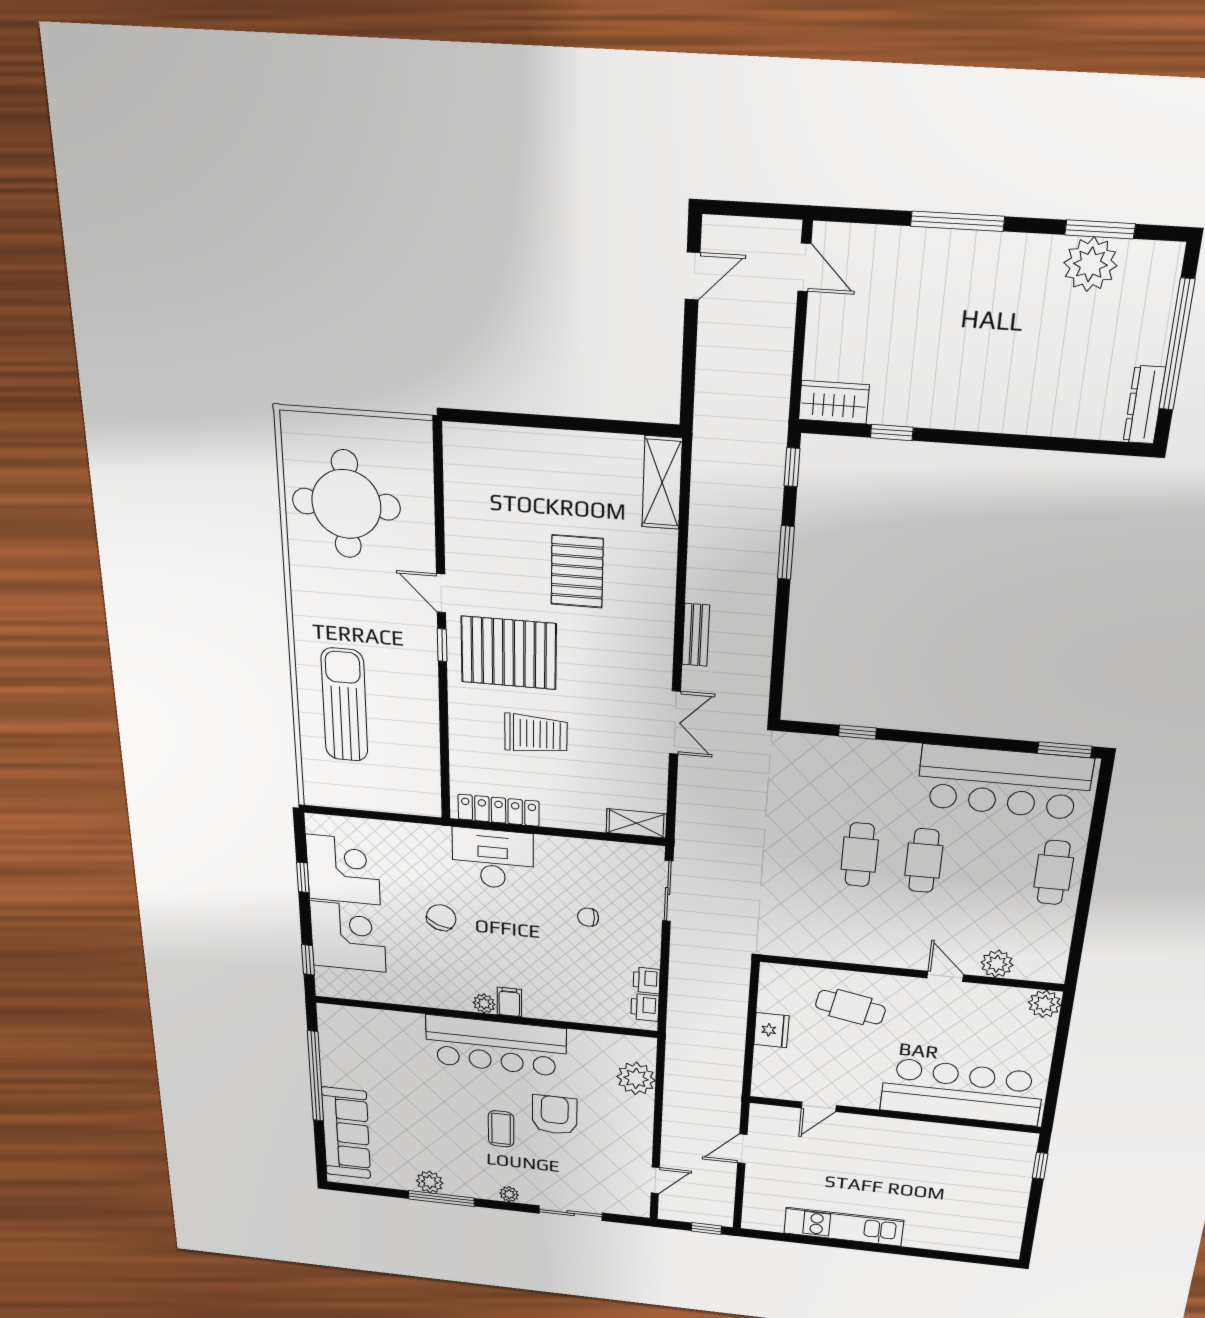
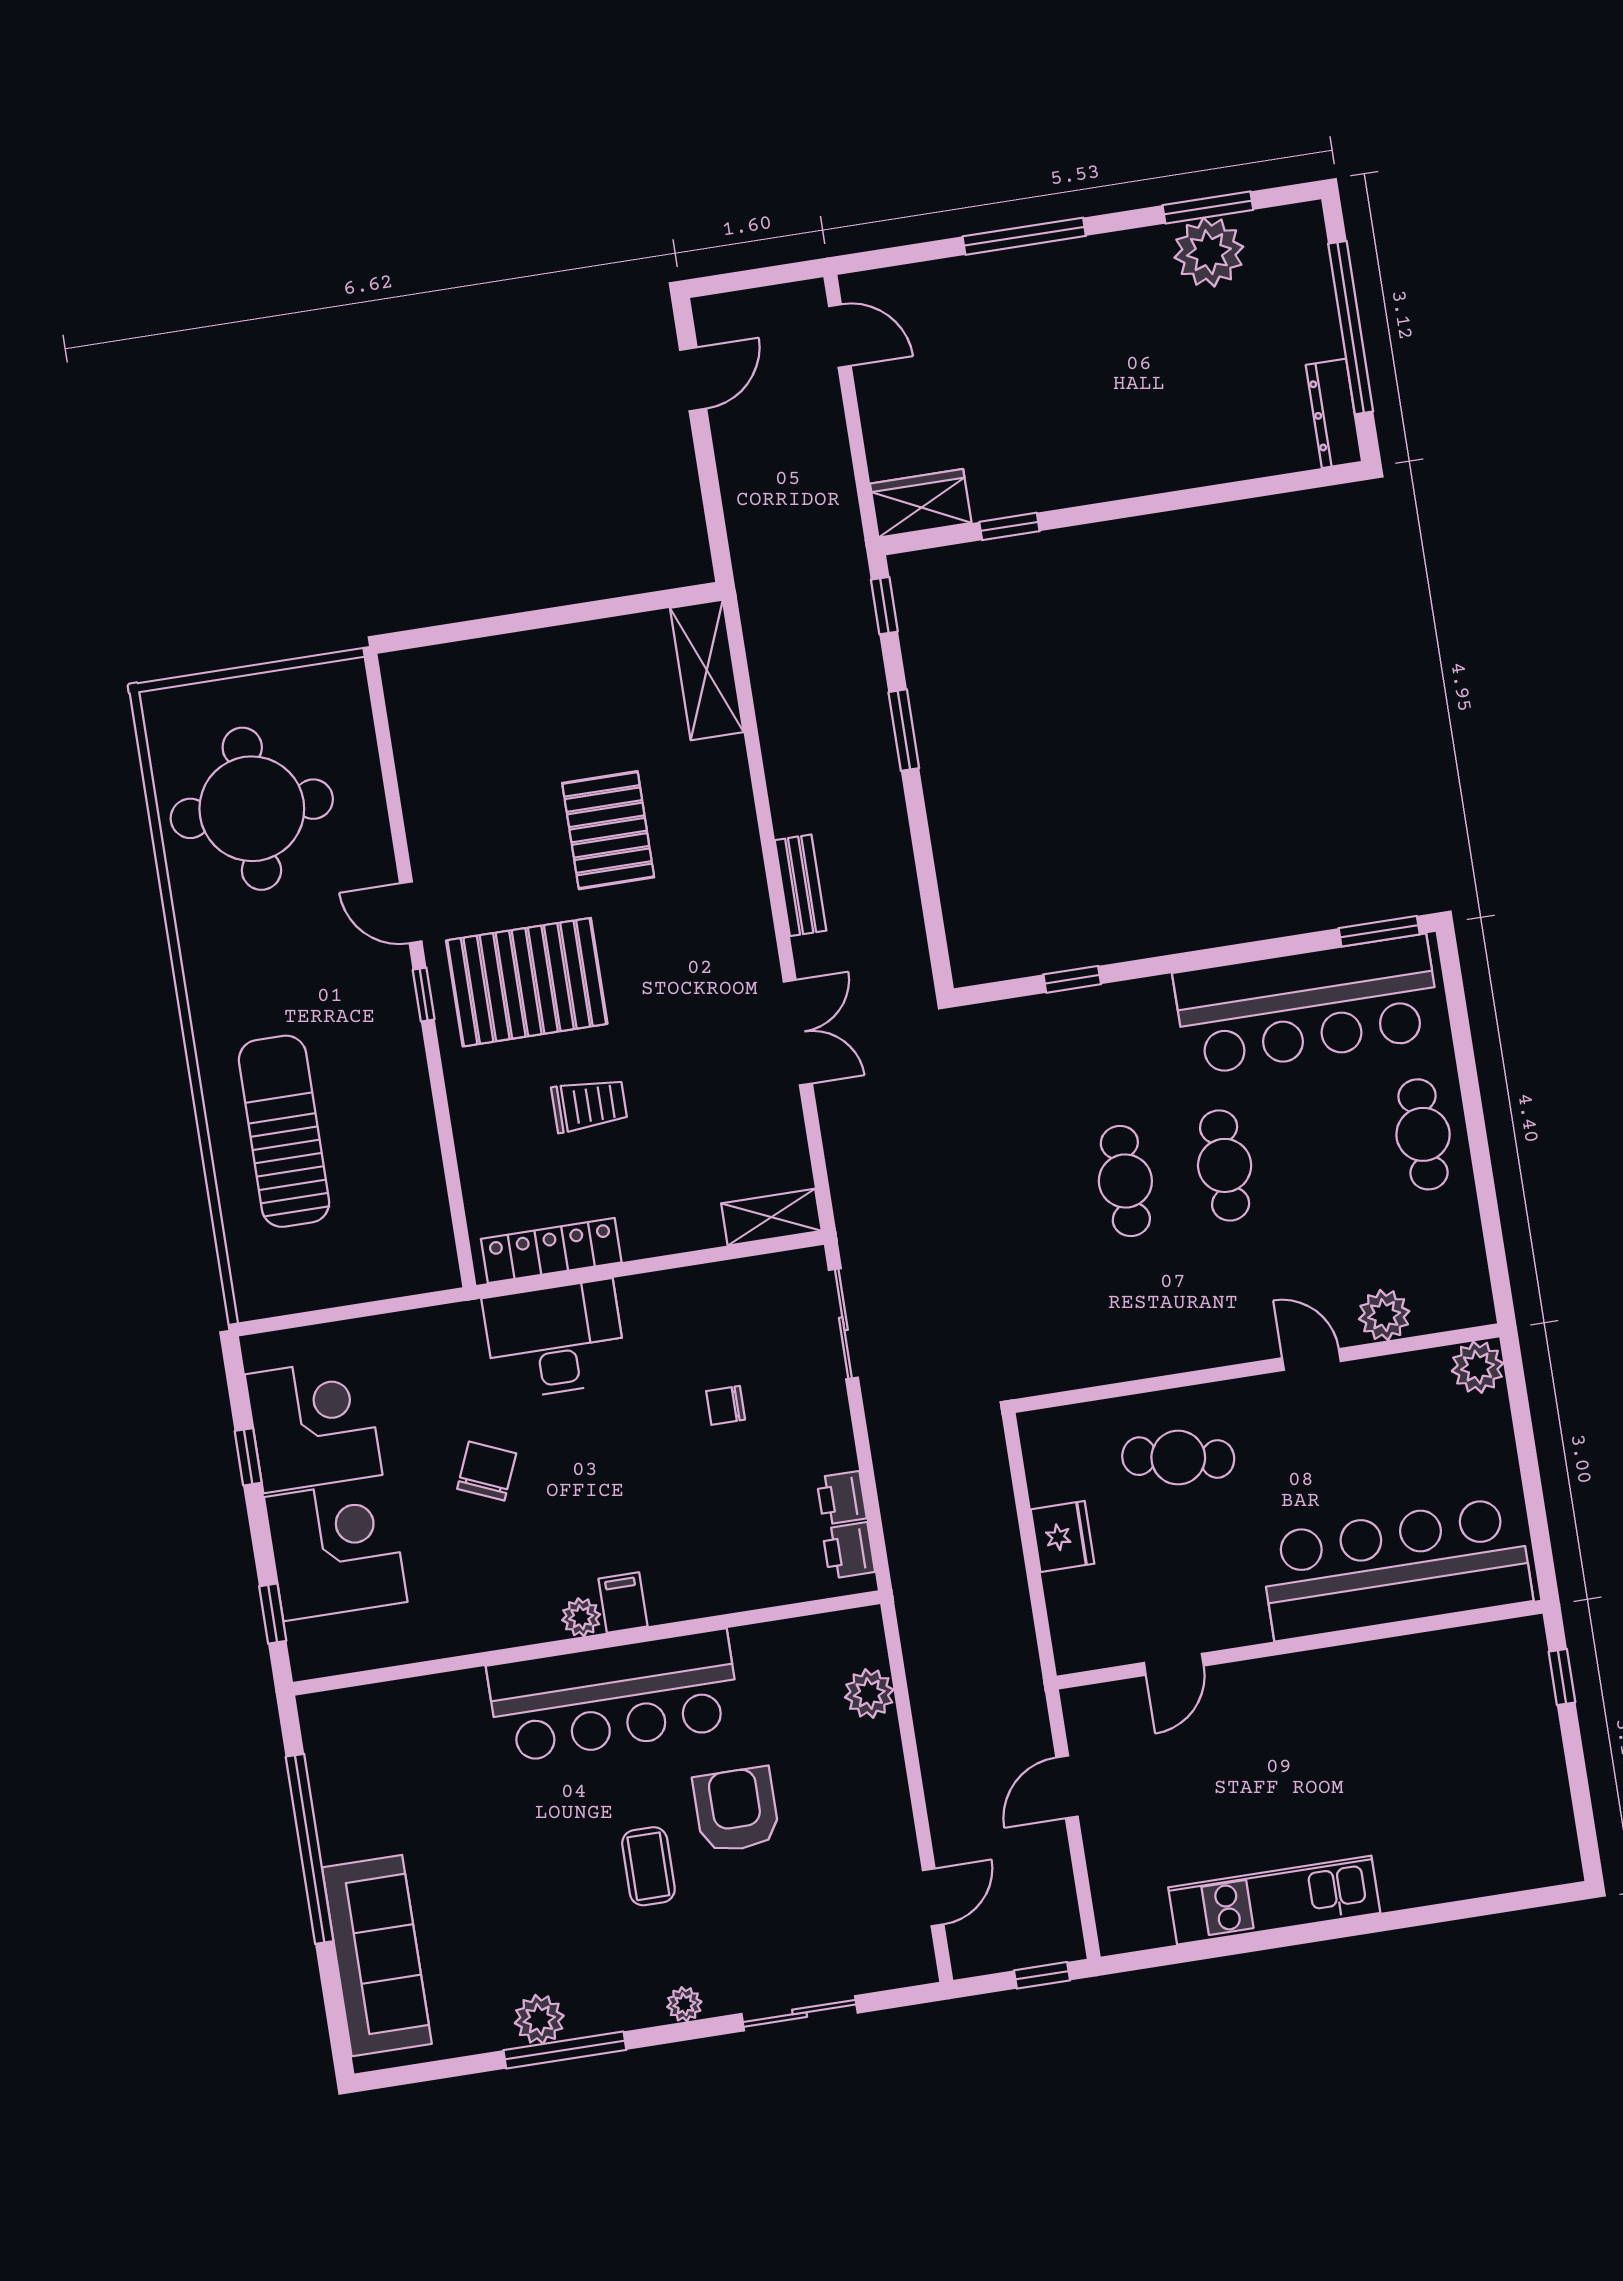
trolley: (536, 734) -> (589, 1105), width x0.73, depth x0.72
plant: (636, 1078) -> (869, 1694), width x0.73, depth x0.73

